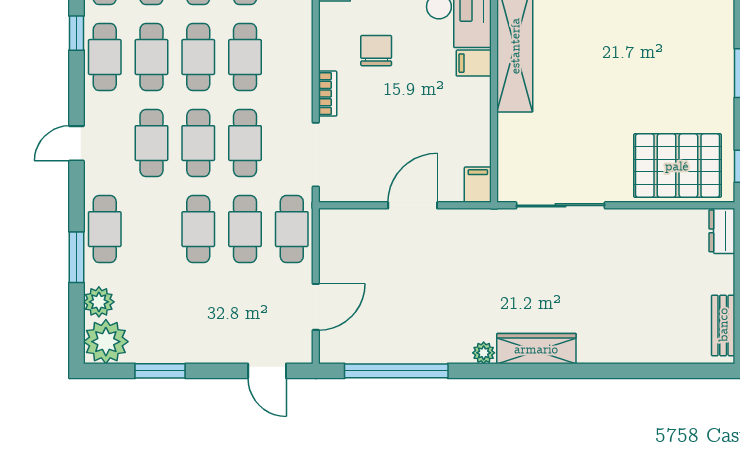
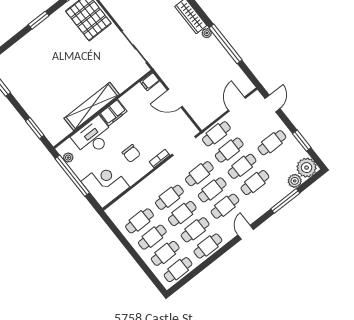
window: (77, 33) -> (207, 262), removed
chair: (376, 51) -> (131, 153), turned -90
filing cabinet: (474, 63) -> (113, 113), width x2.00
door: (77, 143) -> (246, 232), swing flipped
cafe table: (105, 229) -> (255, 183), moved
window: (77, 257) -> (285, 201), width x1.44
door: (316, 307) -> (237, 104), hinge flipped
cafe table: (198, 315) -> (272, 143), added
window: (396, 371) -> (225, 44), moved

